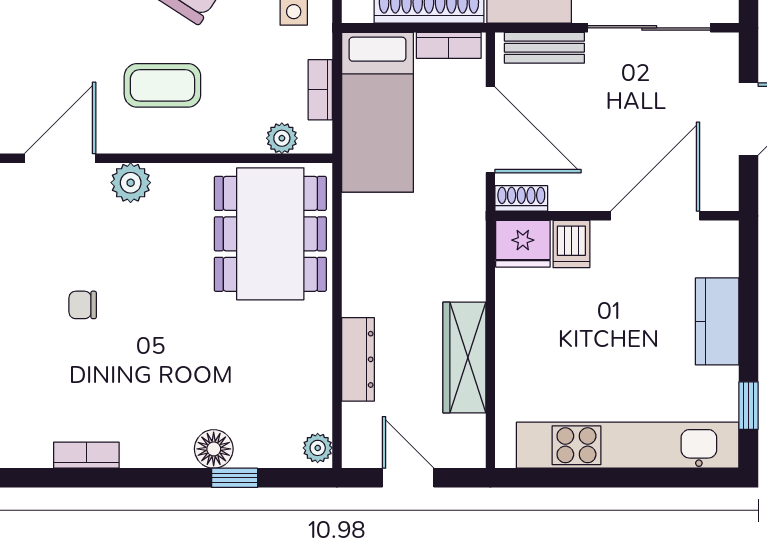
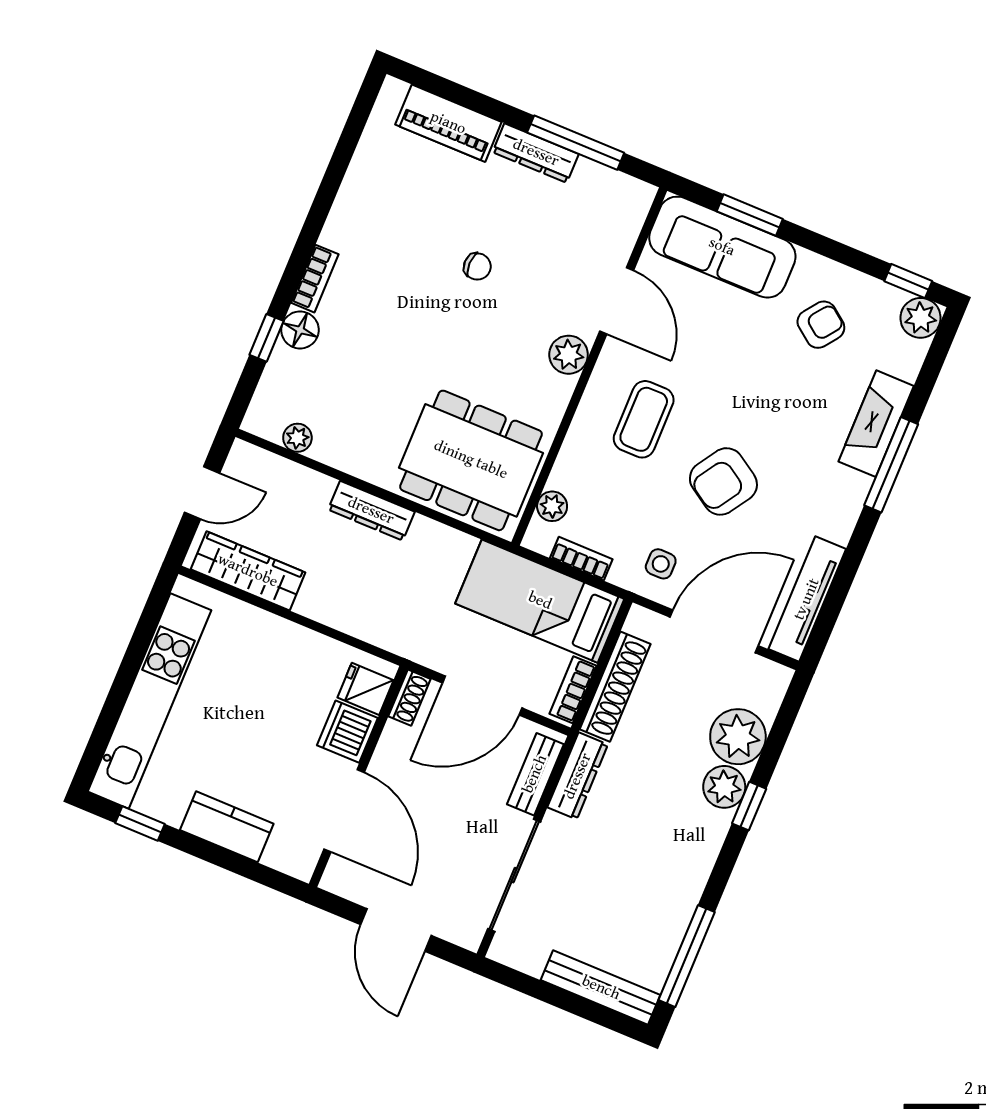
fridge: (523, 244) -> (365, 689), width x0.72
dishwasher: (571, 244) -> (347, 732), width x1.38
chair: (83, 305) -> (477, 266), turned 90
wardrobe: (464, 357) -> (248, 571), moved
dresser: (358, 359) -> (371, 511), moved
plant: (318, 448) -> (297, 438), moved
bookcase: (86, 455) -> (315, 279), moved

